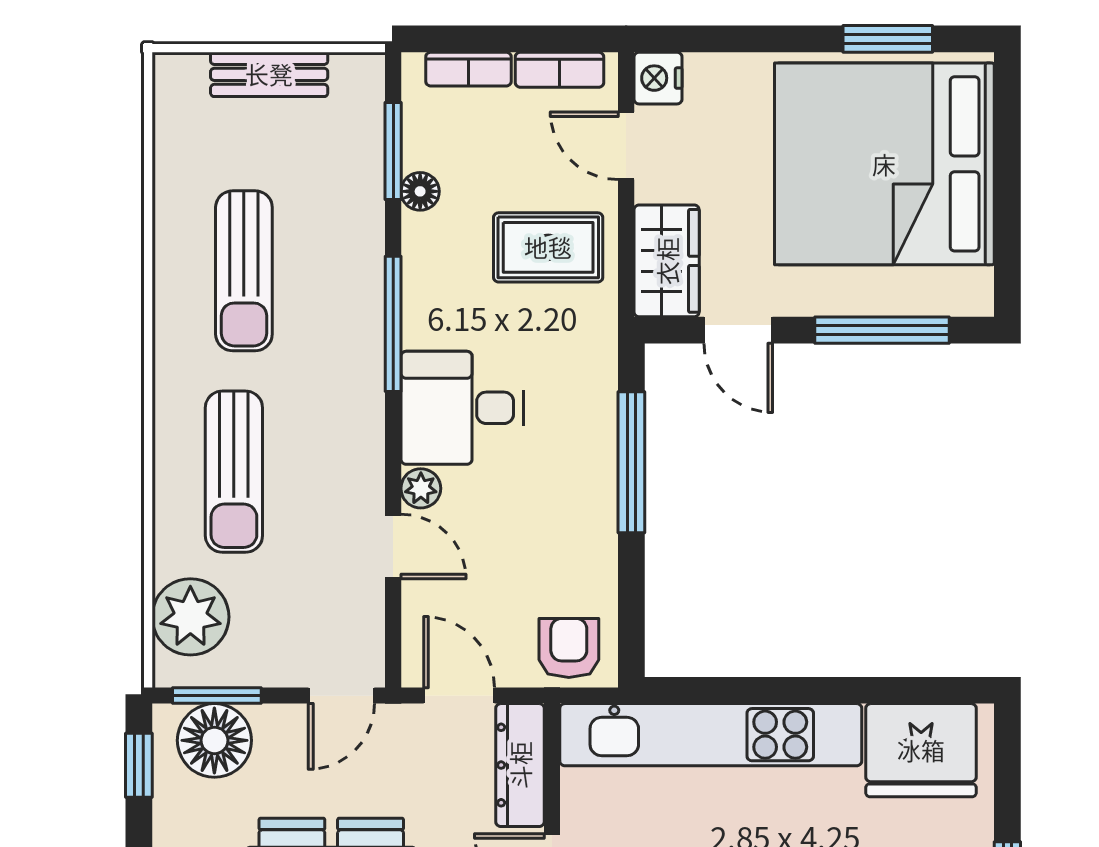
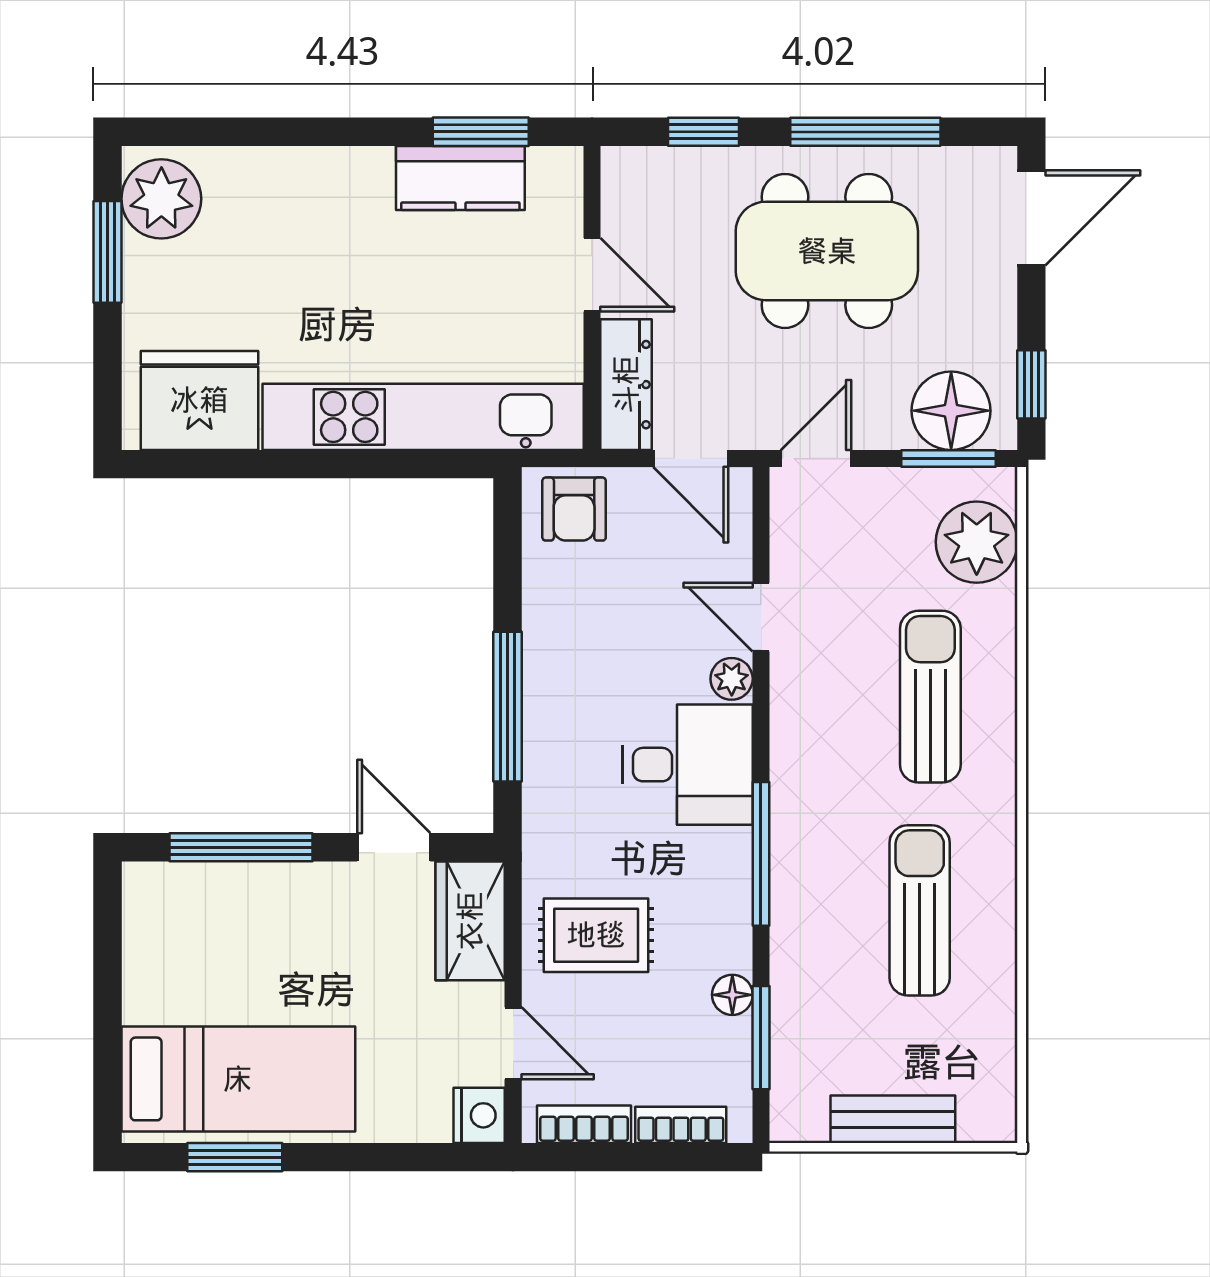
bed: (884, 164) -> (238, 1079), width x0.49

